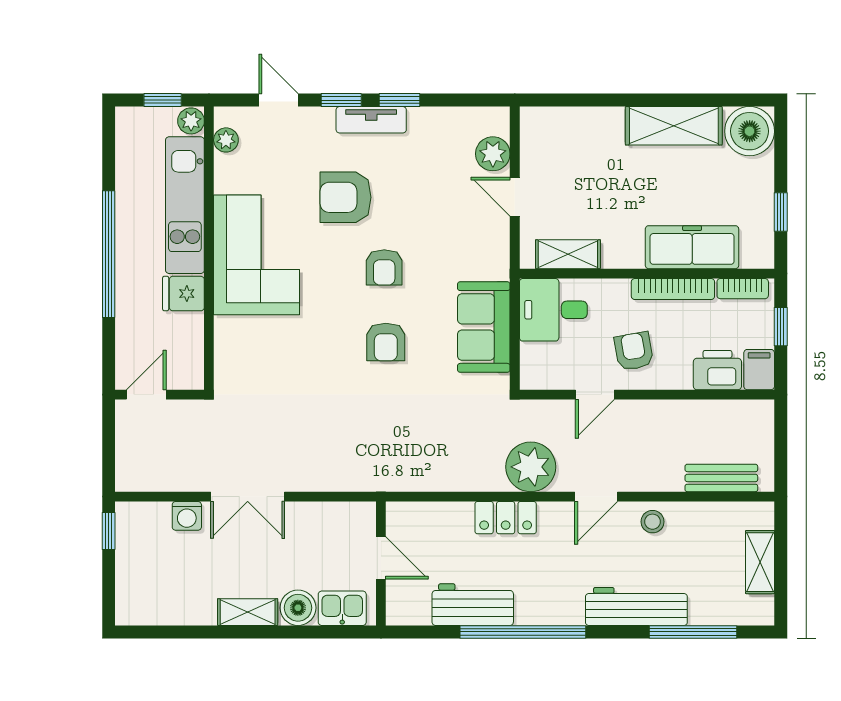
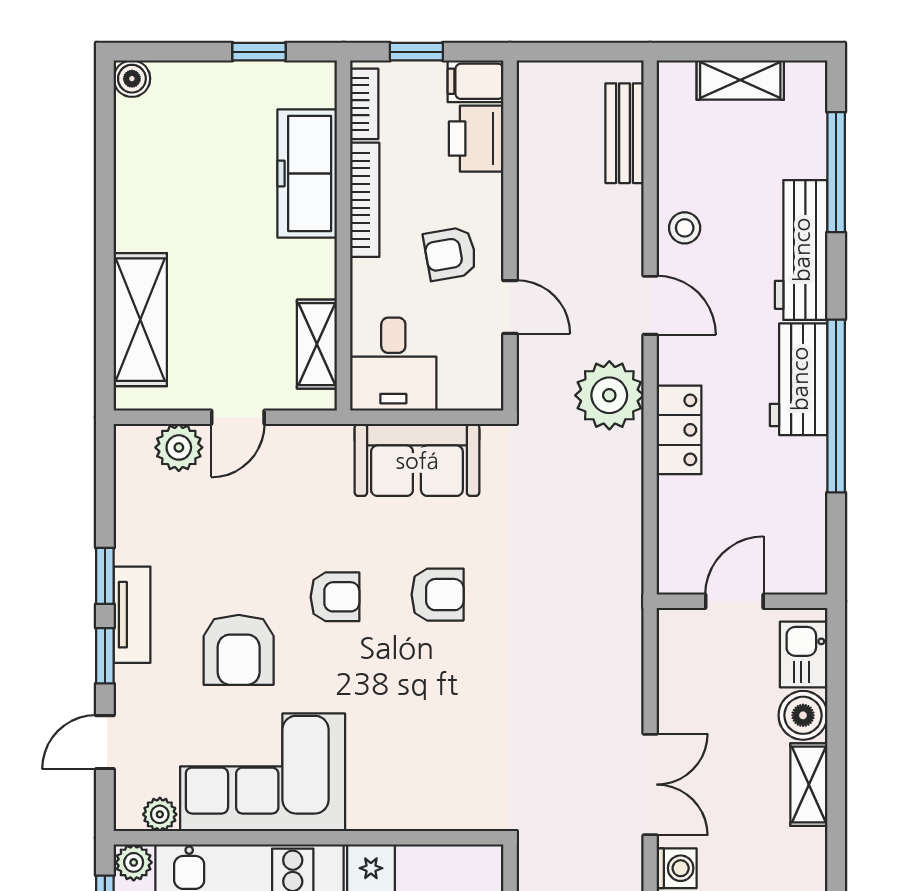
shelving: (674, 126) -> (140, 320), moved
boiler: (750, 131) -> (132, 79), width x0.54, depth x0.54
corner sofa: (257, 255) -> (263, 772), moved
workbench: (473, 605) -> (799, 379), moved

